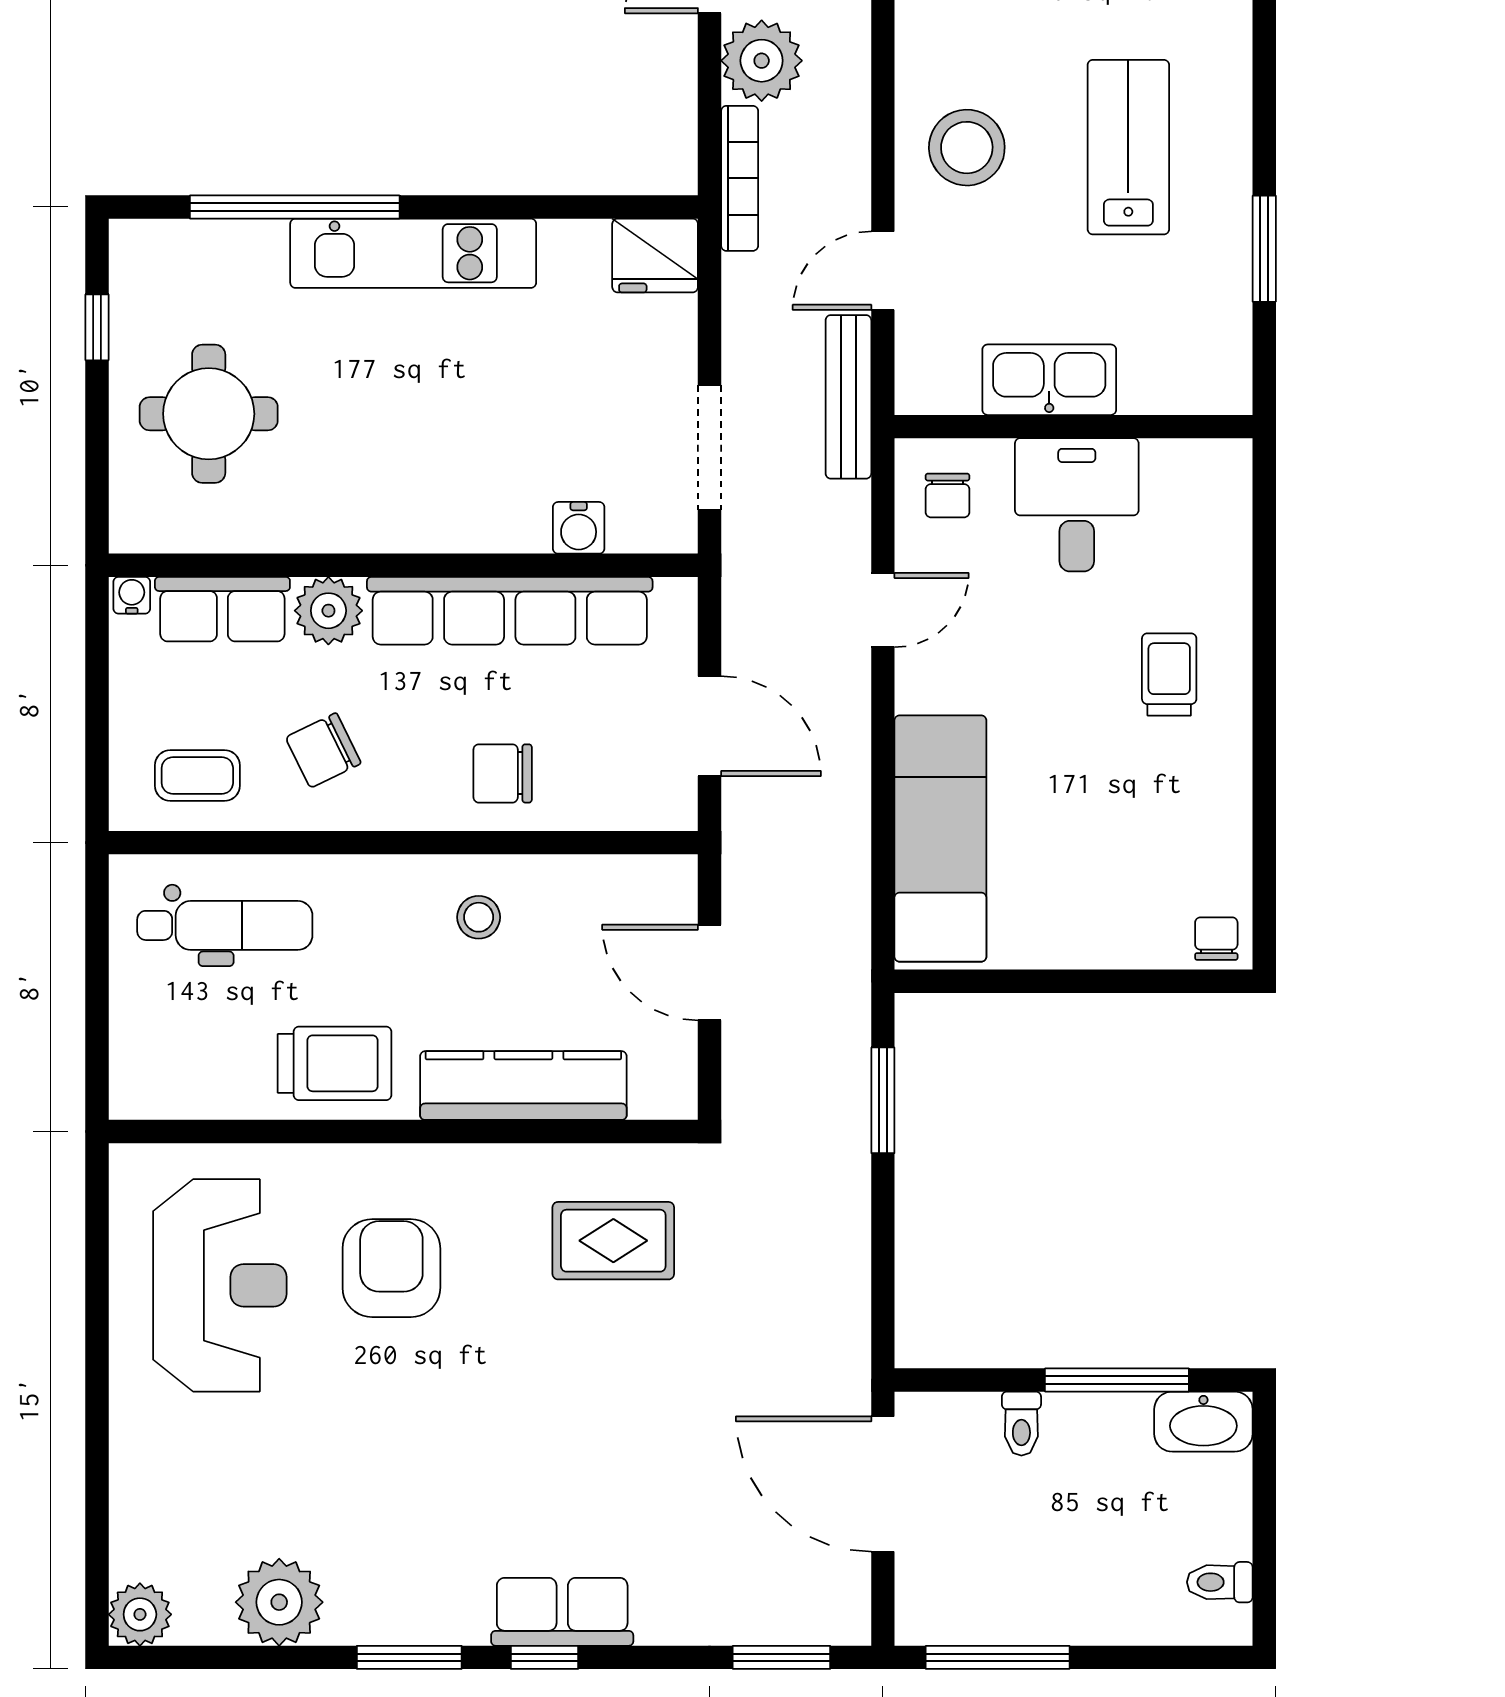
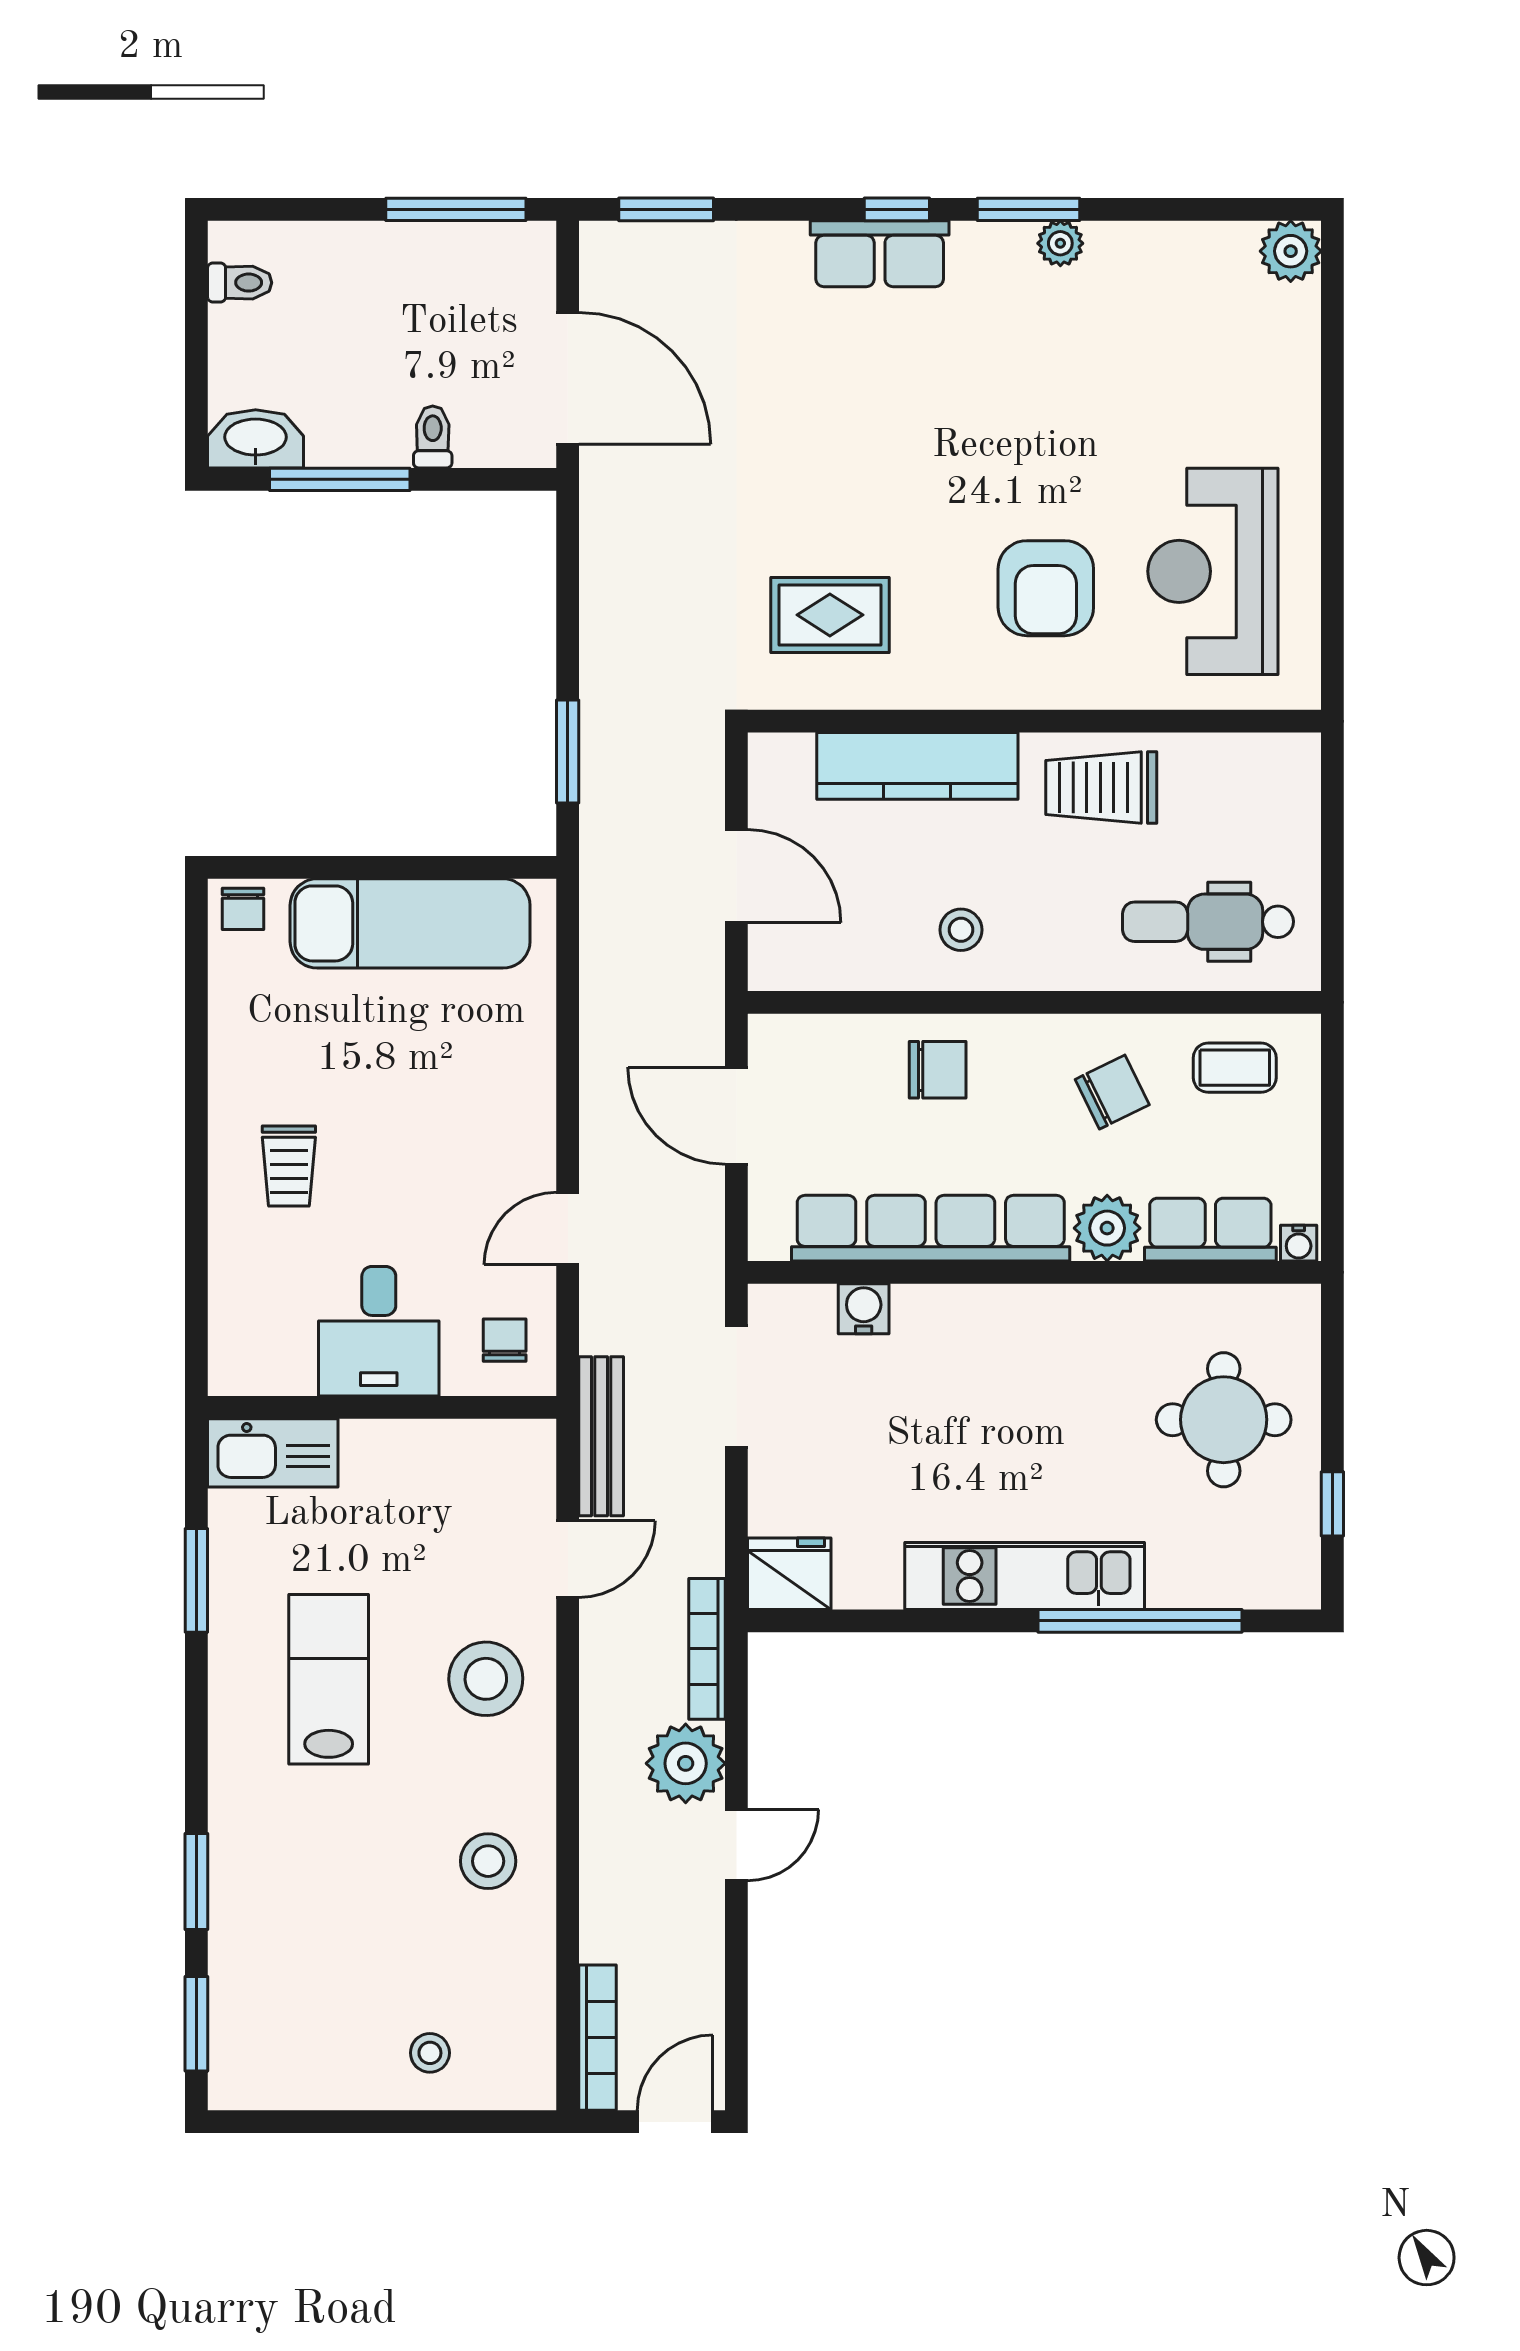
lab bench: (1128, 147) -> (329, 1679), turned 180
kitchen sink: (1049, 380) -> (273, 1453), moved
exam couch: (940, 838) -> (410, 923), moved, turned -90
plant: (279, 1602) -> (1060, 243), moved, width x0.53, depth x0.53

